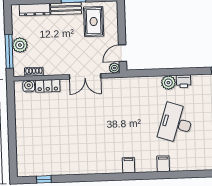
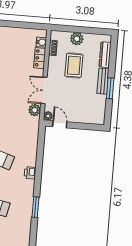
rug: (94, 22) -> (74, 65), moved, turned 90
window: (9, 51) -> (73, 29), removed
plant: (168, 83) -> (35, 110), moved

